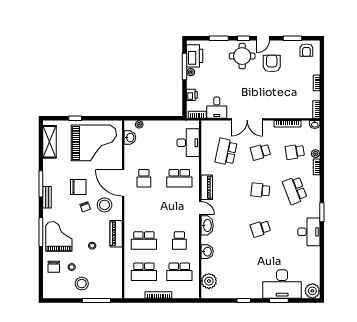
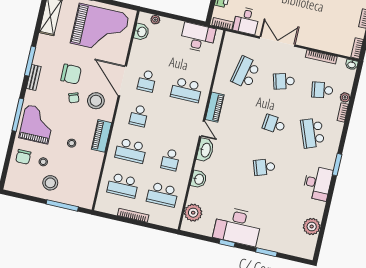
double door: (247, 119) -> (277, 42), swing flipped
desk: (188, 143) -> (198, 37), moved, turned -90
school desk: (144, 209) -> (139, 116), added
desk: (282, 284) -> (238, 226), moved
plant: (312, 291) -> (312, 226), moved

